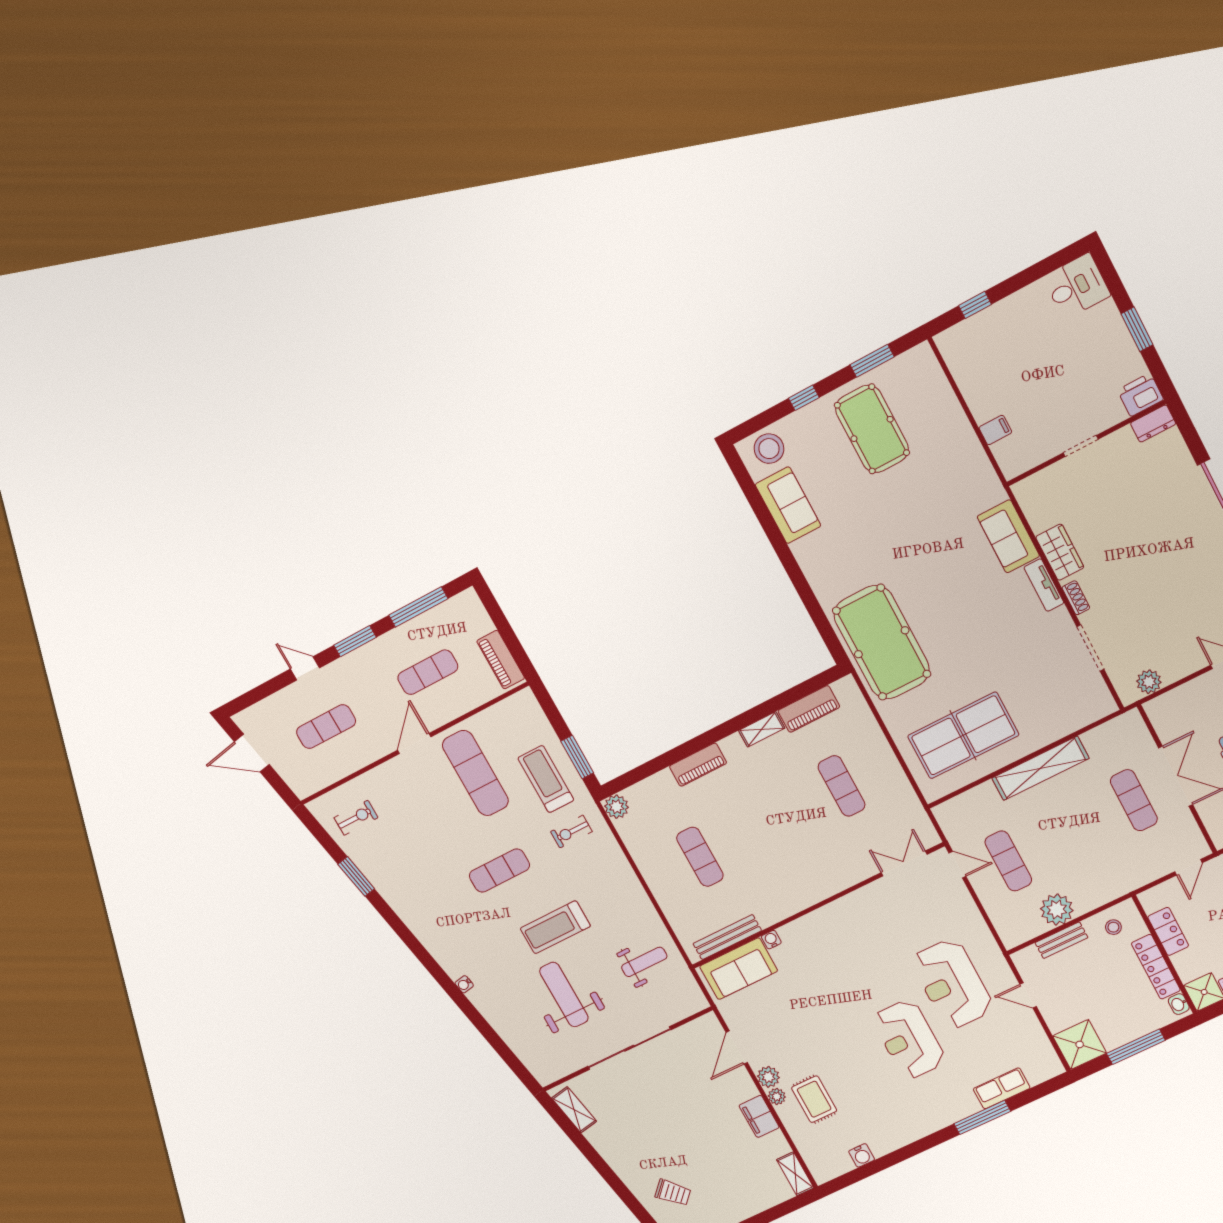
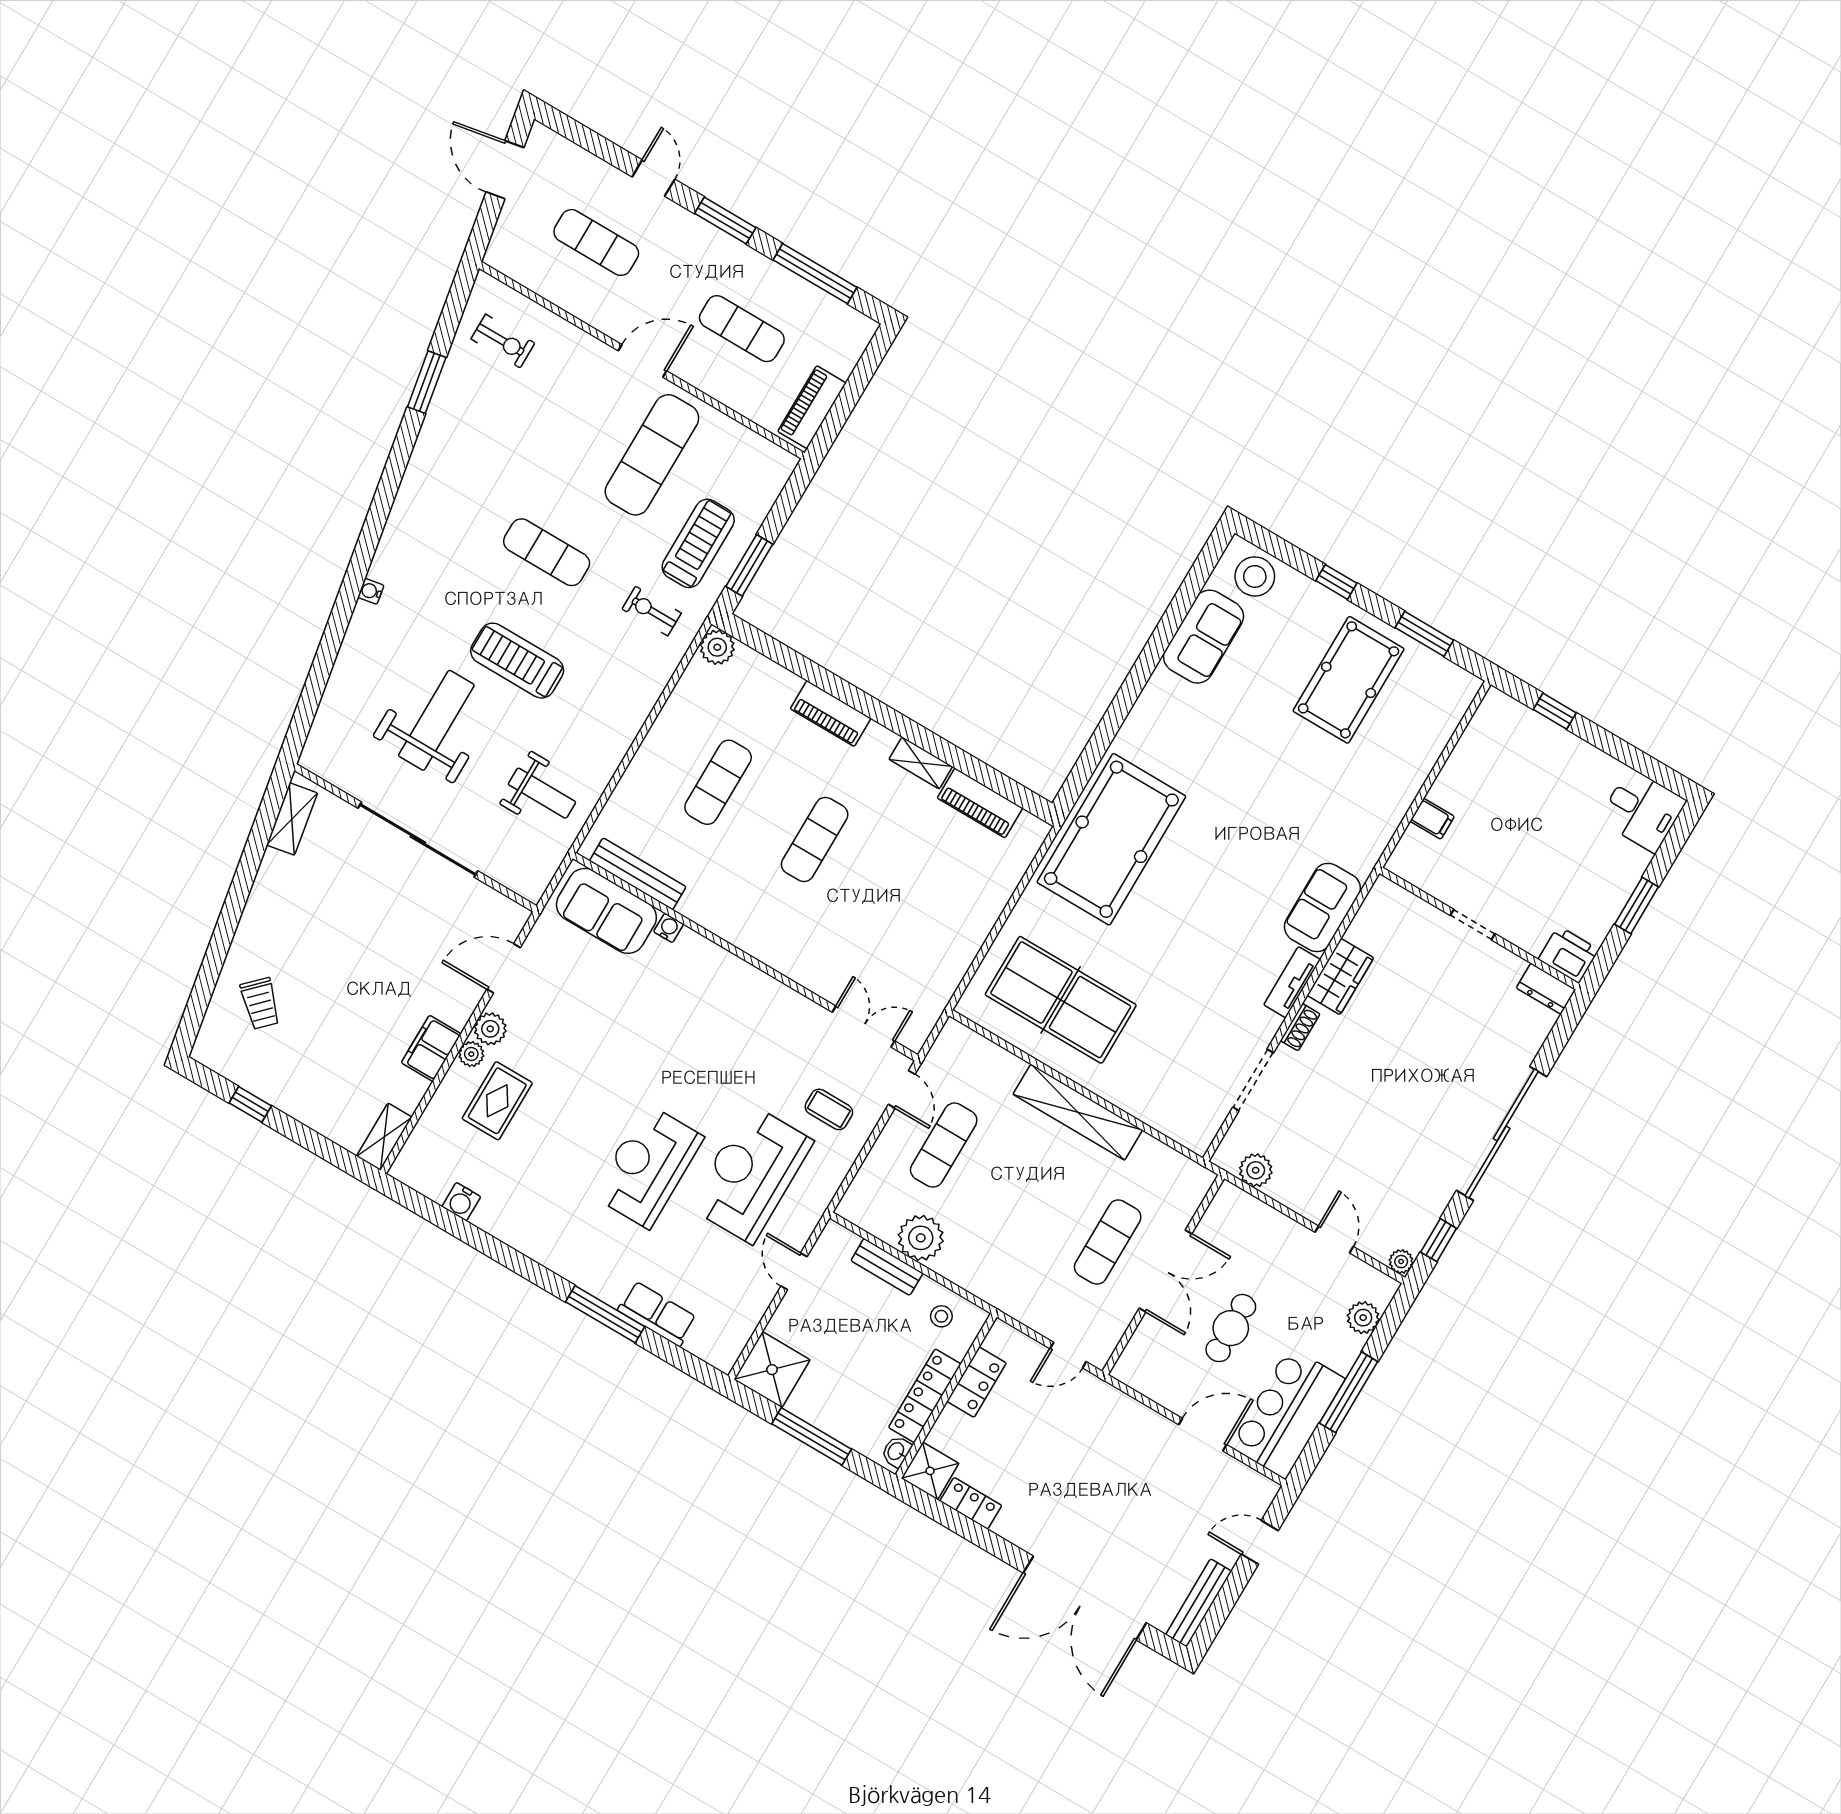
exercise mat: (842, 786) -> (815, 839), moved
coffee table: (942, 915) -> (829, 1109), added

